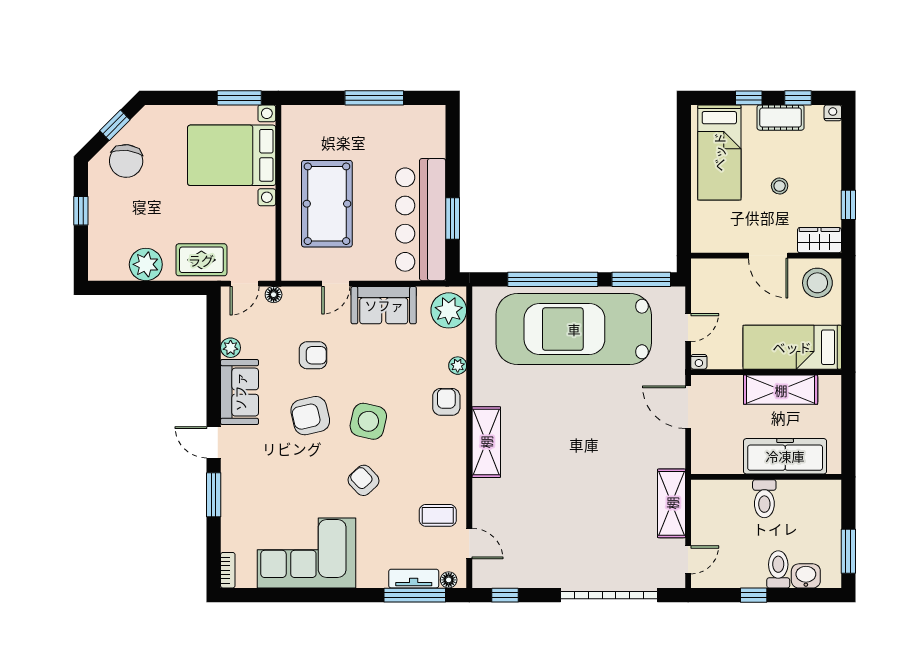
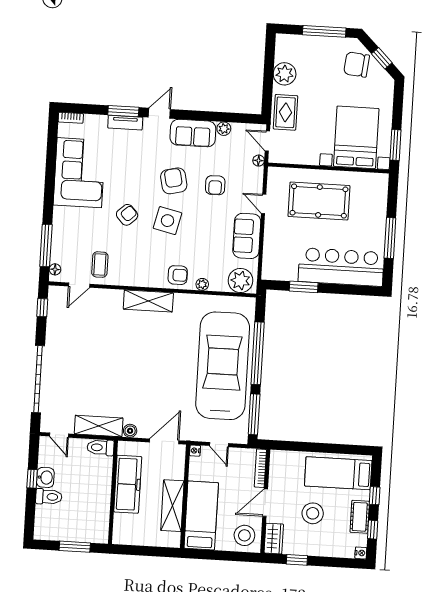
stool: (780, 186) -> (313, 513), width x1.89, depth x1.89
window: (81, 211) -> (324, 31), width x2.17
bar counter: (421, 220) -> (341, 267), moved
bookcase: (719, 266) -> (260, 468), added
freezer: (785, 456) -> (128, 484), moved
boiler: (676, 457) -> (130, 431), added
toilet: (764, 499) -> (101, 448), moved
window: (848, 551) -> (75, 547), moved
washbasin: (806, 576) -> (45, 477), moved
tv unit: (414, 579) -> (125, 123), moved, turned 90

